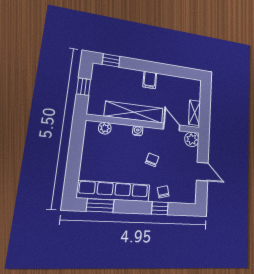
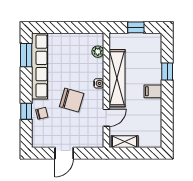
window: (111, 60) -> (167, 72), moved
plant: (192, 139) -> (96, 140), removed
chair: (152, 160) -> (72, 100), width x1.87, depth x1.87

